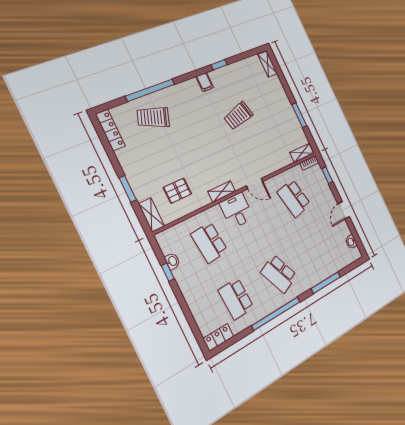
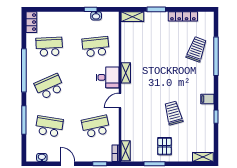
locker: (110, 130) -> (183, 16), moved
pallet: (177, 191) -> (164, 146), moved
school desk: (318, 251) -> (49, 126), added

